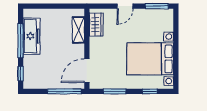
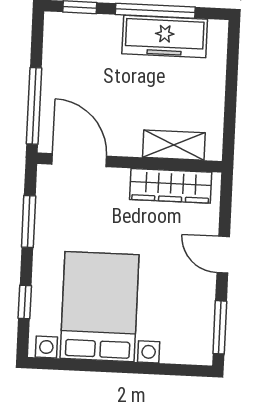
wardrobe: (96, 25) -> (171, 186), width x1.50

